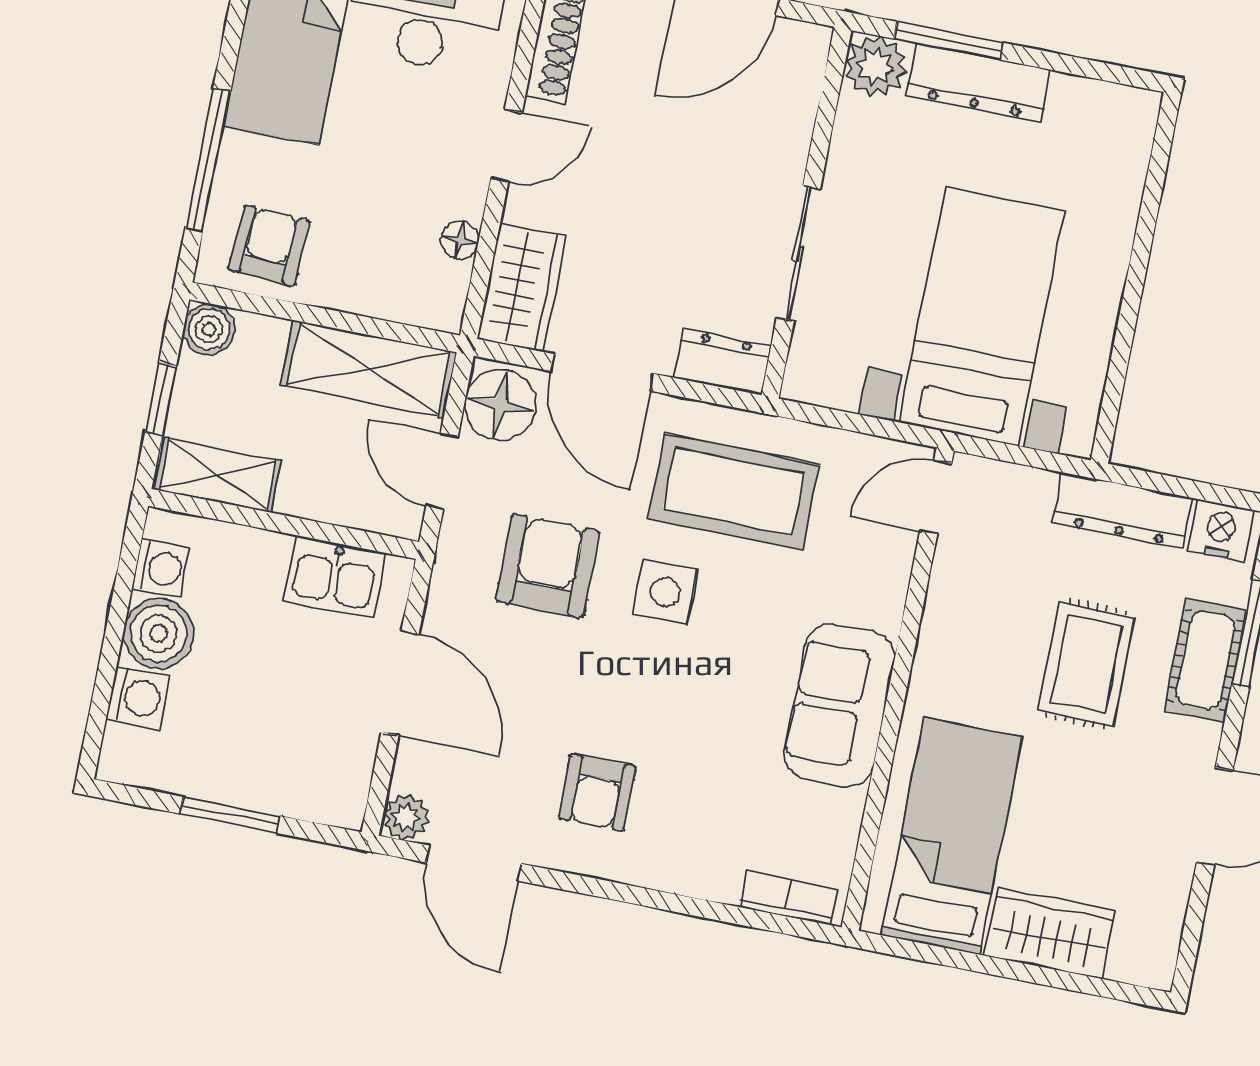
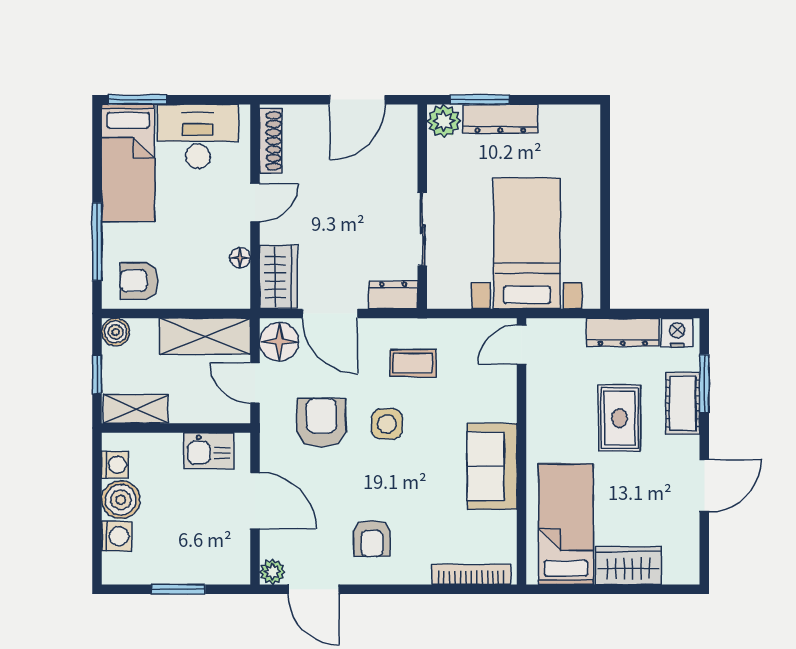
armchair: (269, 245) -> (139, 281), turned -93
coffee table: (734, 492) -> (413, 363), width x0.54, depth x0.58
bookcase: (789, 898) -> (471, 574), width x1.56

